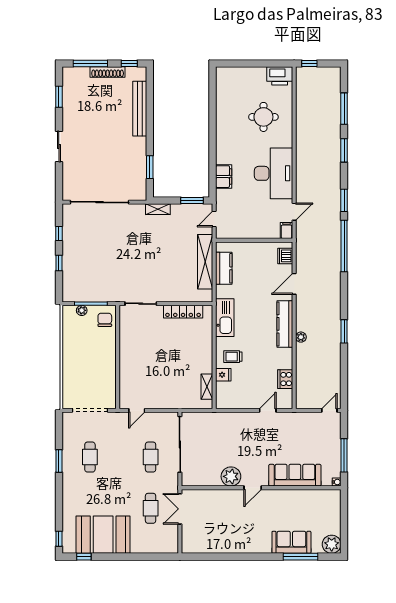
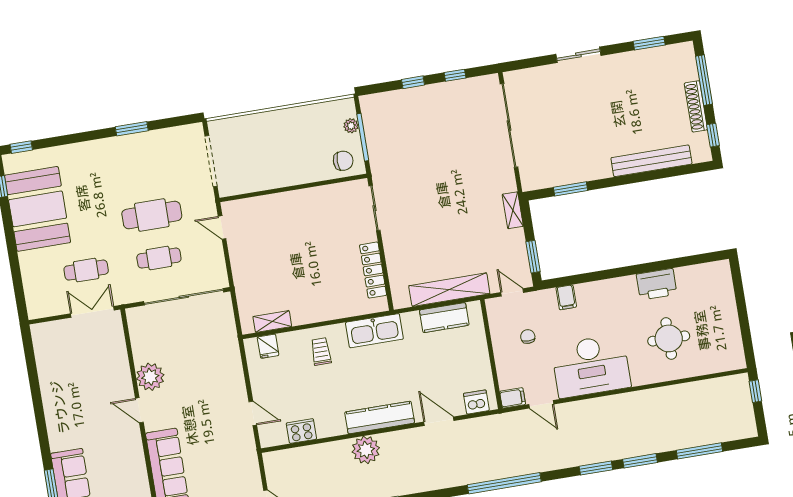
printer: (280, 76) -> (657, 284), moved, turned -90
filing cabinet: (224, 177) -> (566, 297), width x0.50
window: (344, 200) -> (596, 468), moved
chair: (246, 213) -> (528, 337), added
plant: (301, 337) -> (366, 450), width x1.88, depth x1.88
fridge: (223, 375) -> (268, 346), moved
cafe table: (90, 457) -> (152, 215), moved, width x1.37, depth x1.35

